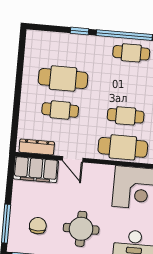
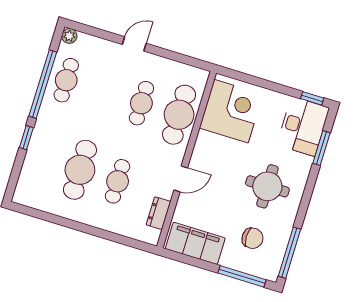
dresser: (37, 147) -> (158, 213), width x0.70
filing cabinet: (36, 170) -> (195, 243), moved, turned -90
chair: (38, 226) -> (253, 238), turned 180

